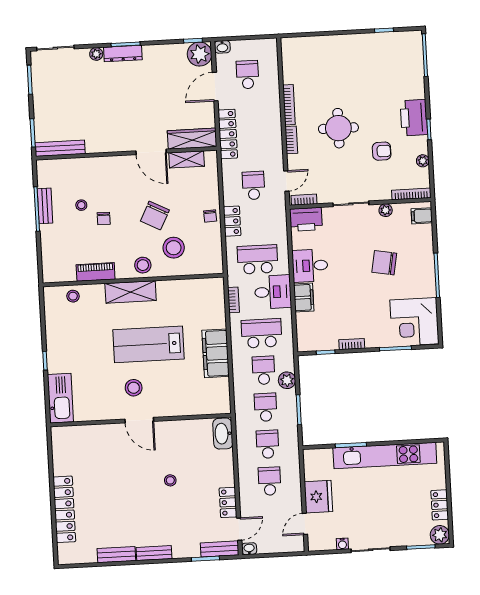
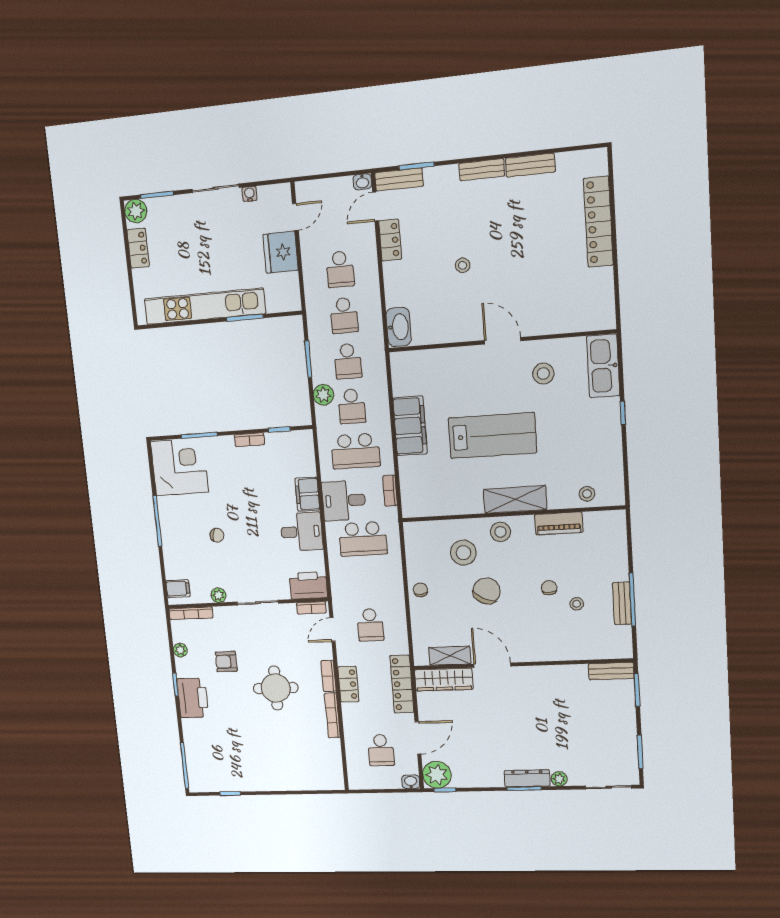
bench: (60, 148) -> (611, 671), width x0.73
locker: (232, 221) -> (348, 684), moved, turned 180
chair: (384, 263) -> (217, 535), width x0.54, depth x0.54
stool: (134, 388) -> (543, 374), moved

